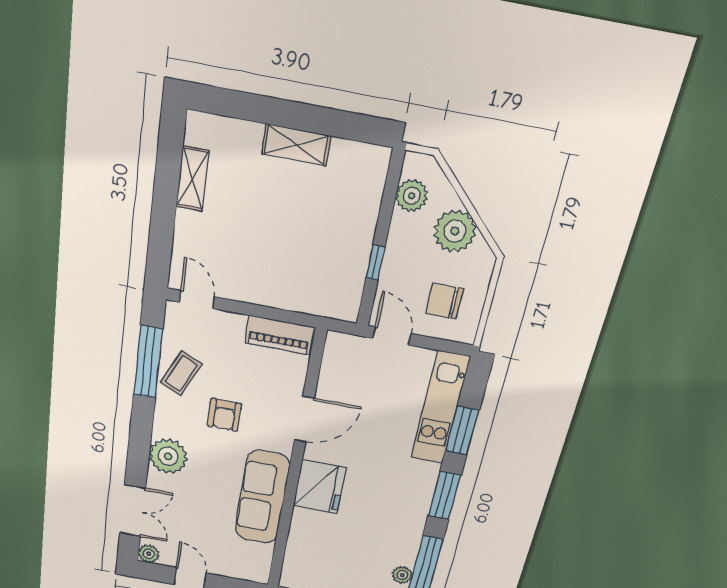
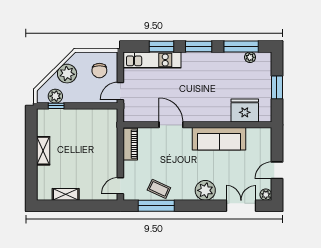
window: (375, 262) -> (56, 106), moved
armchair: (224, 415) -> (177, 165), removed
fridge: (320, 487) -> (245, 111), moved

